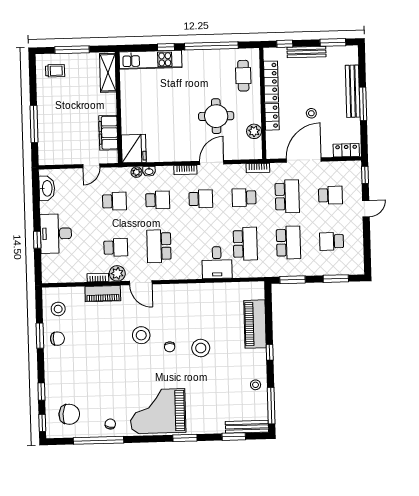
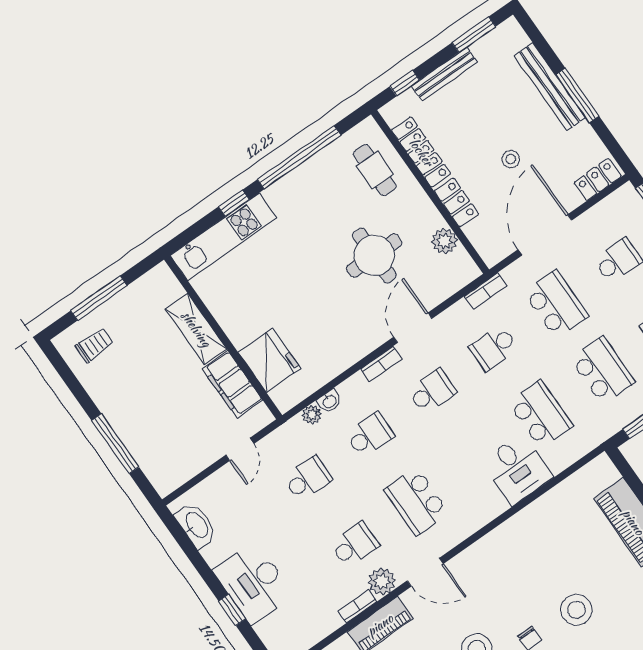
shelving: (108, 73) -> (196, 329), moved
fridge: (134, 149) -> (269, 360), moved

